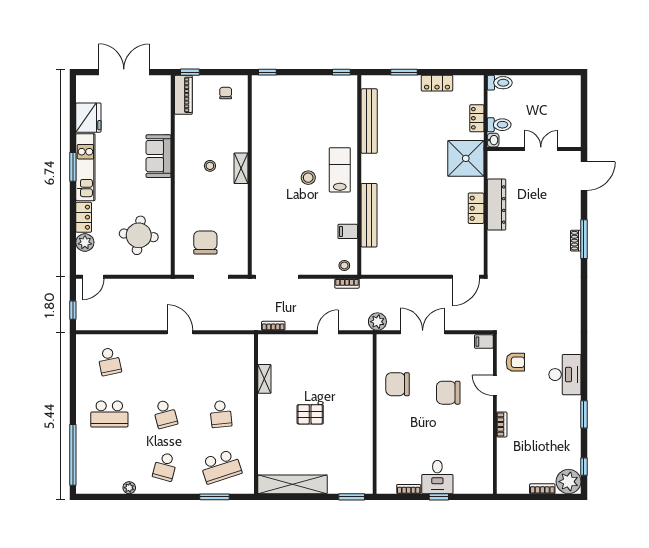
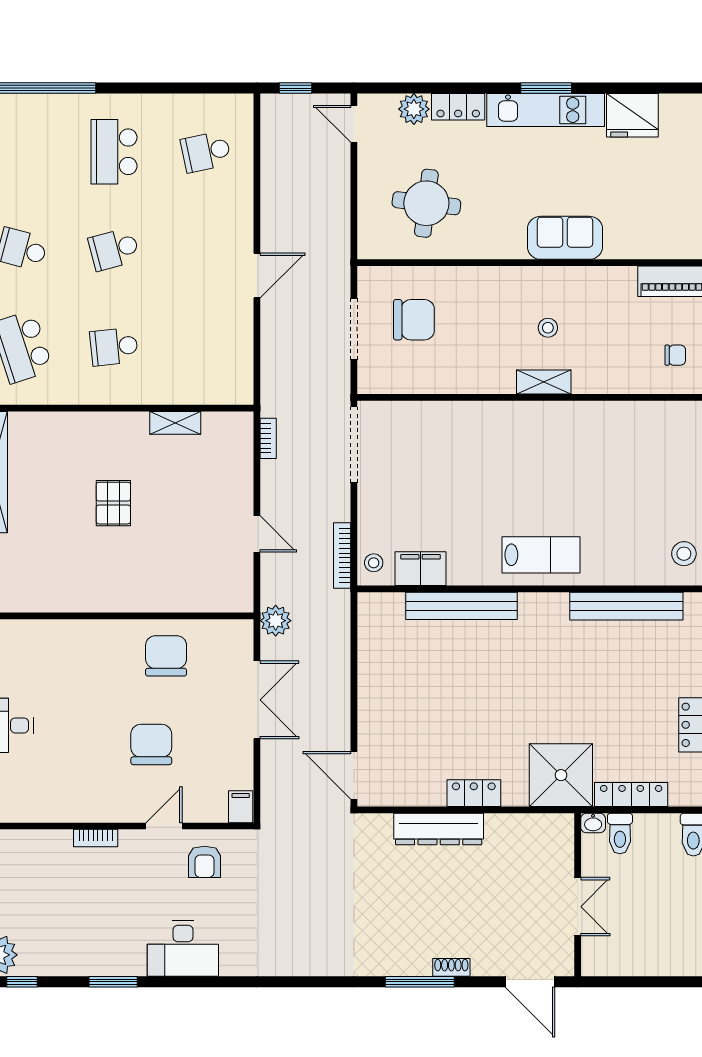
locker: (477, 118) -> (631, 794), width x1.53
stool: (308, 178) -> (684, 554), moved
dresser: (497, 205) -> (439, 829), moved
filing cabinet: (348, 231) -> (421, 569), width x2.00
shoe rack: (576, 241) -> (451, 967), moved
bookcase: (347, 283) -> (342, 556), width x1.56

